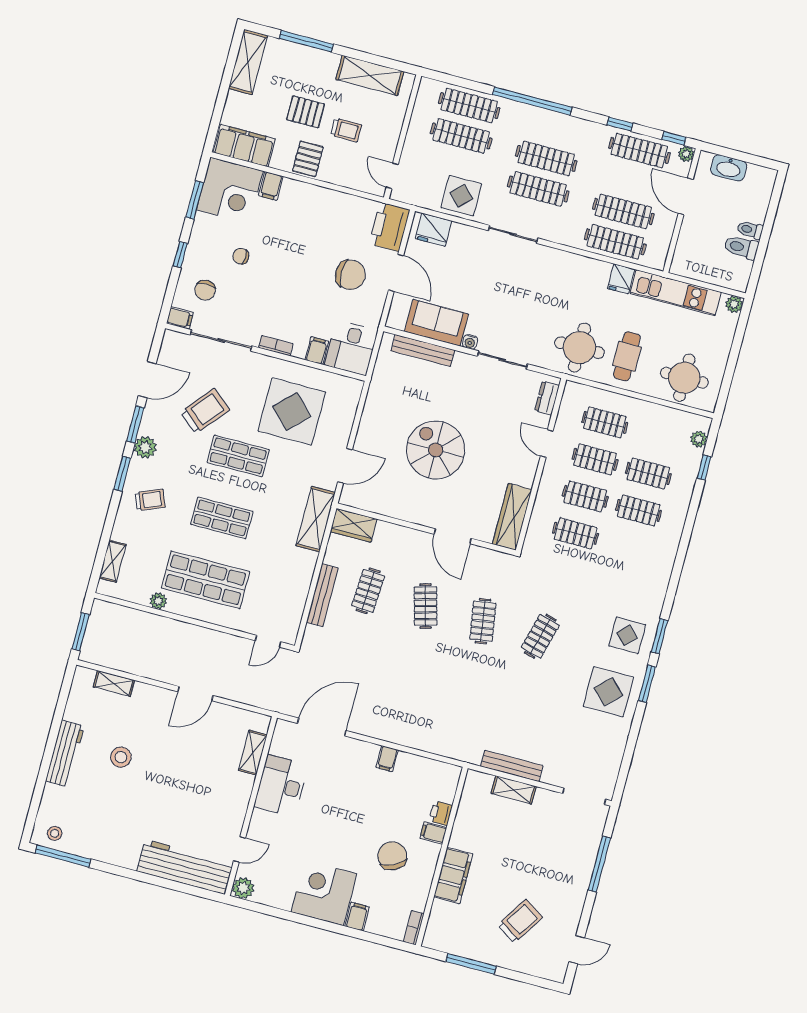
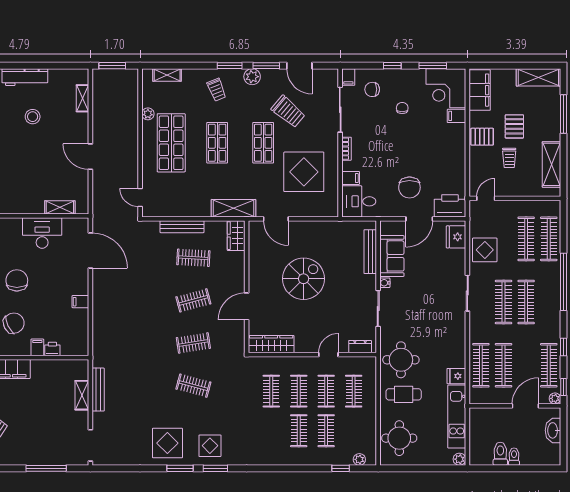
chair: (336, 837) -> (17, 280), added

